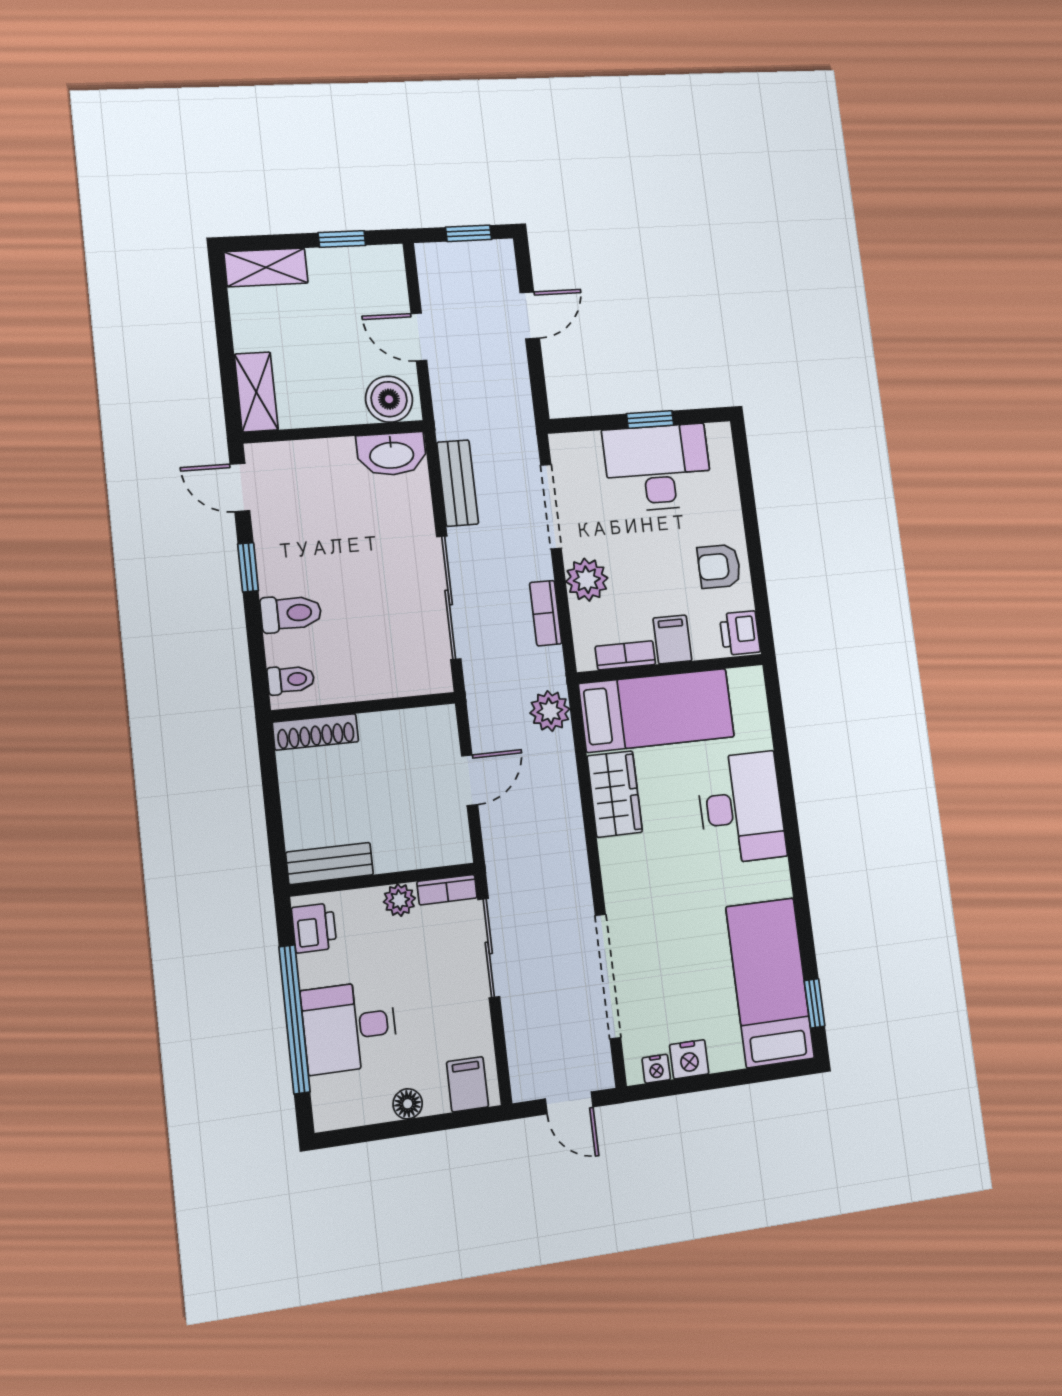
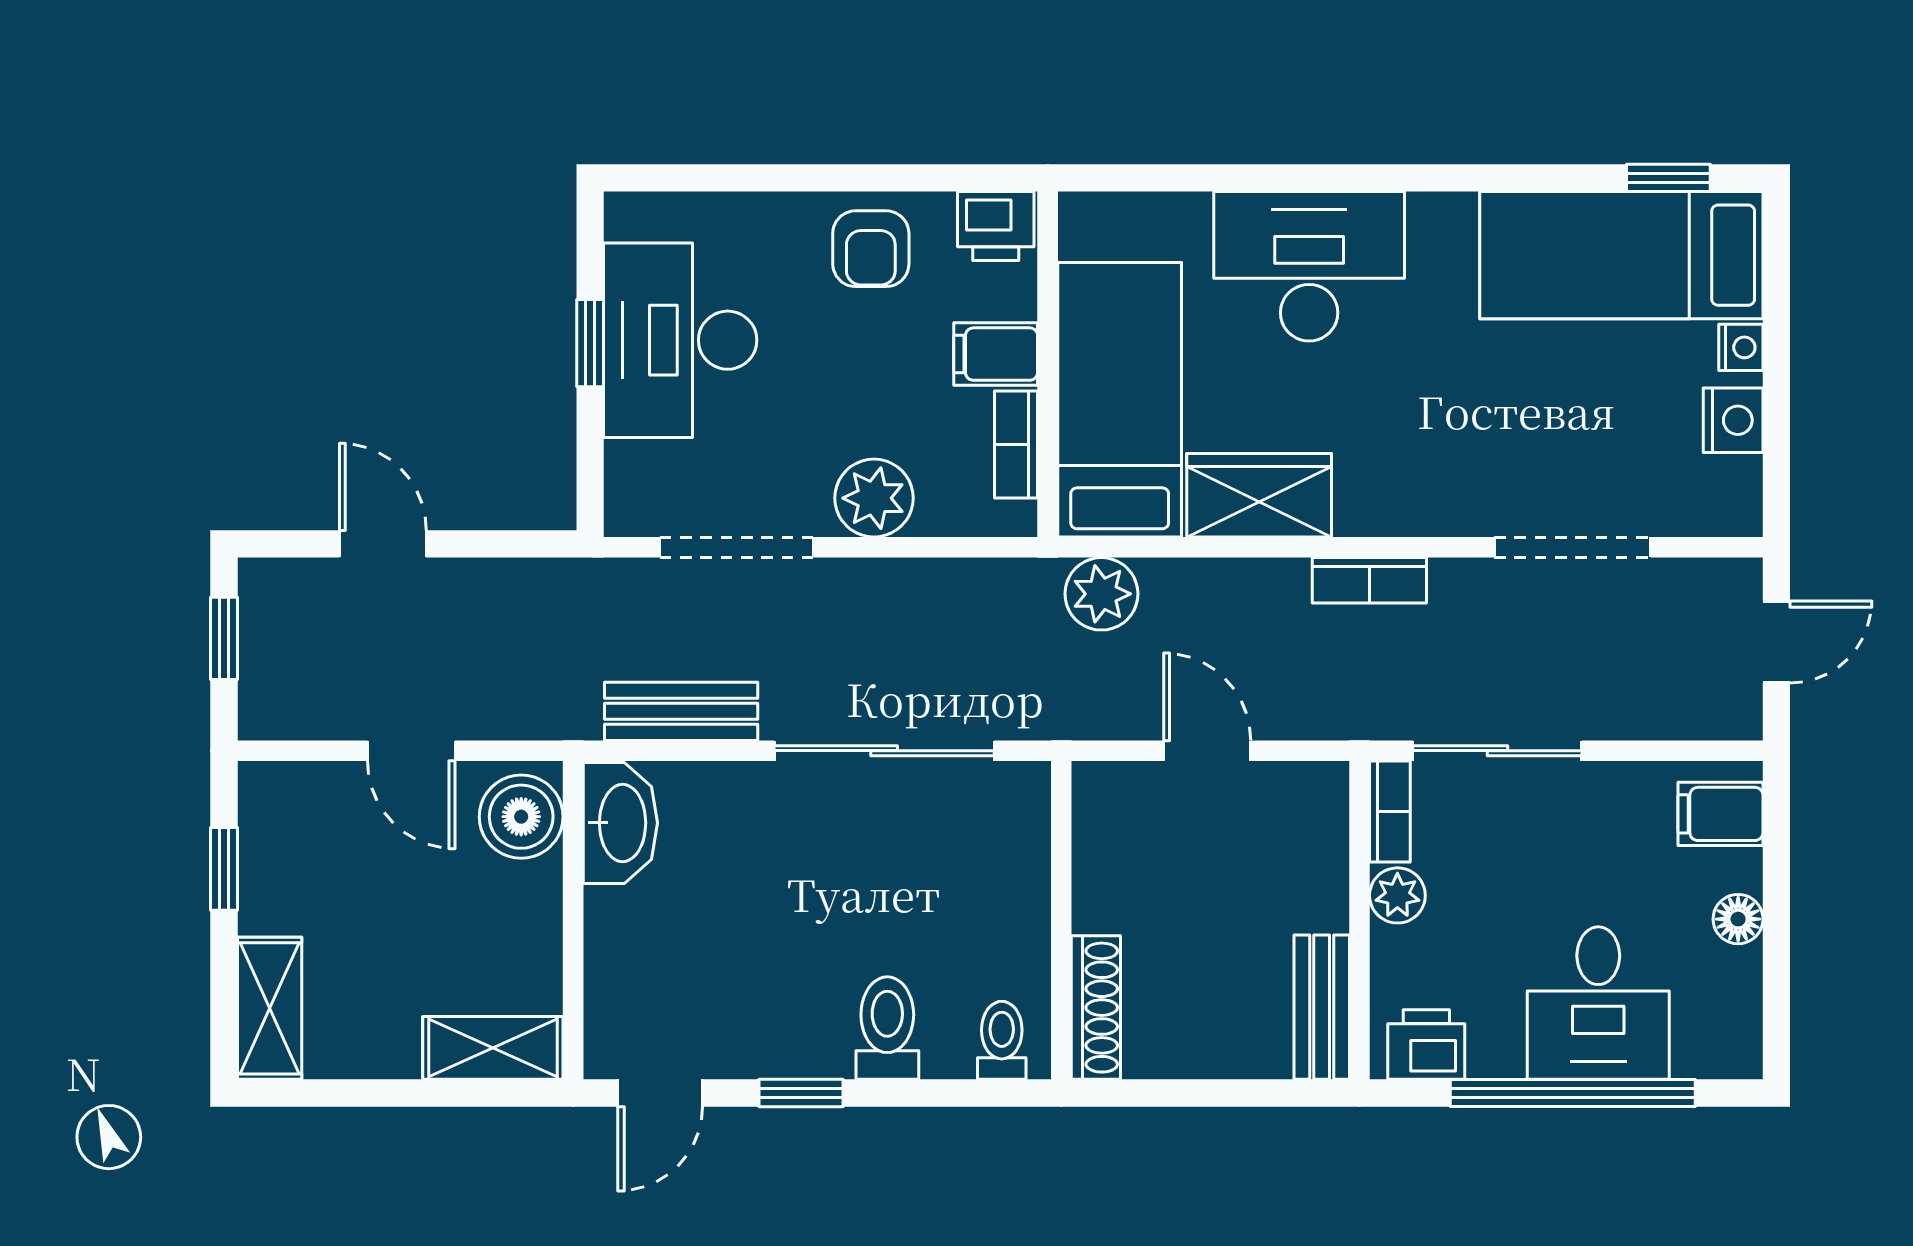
door: (419, 337) -> (411, 751), hinge flipped
bookcase: (546, 613) -> (1369, 580), moved
doorway: (608, 976) -> (1573, 547), width x0.73
nightstand: (656, 1069) -> (1741, 347), moved

